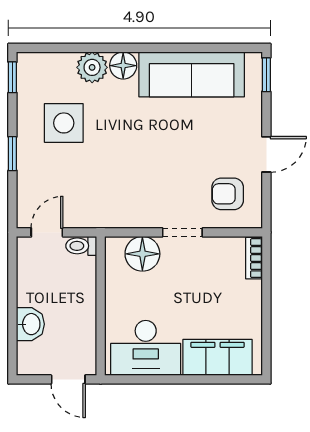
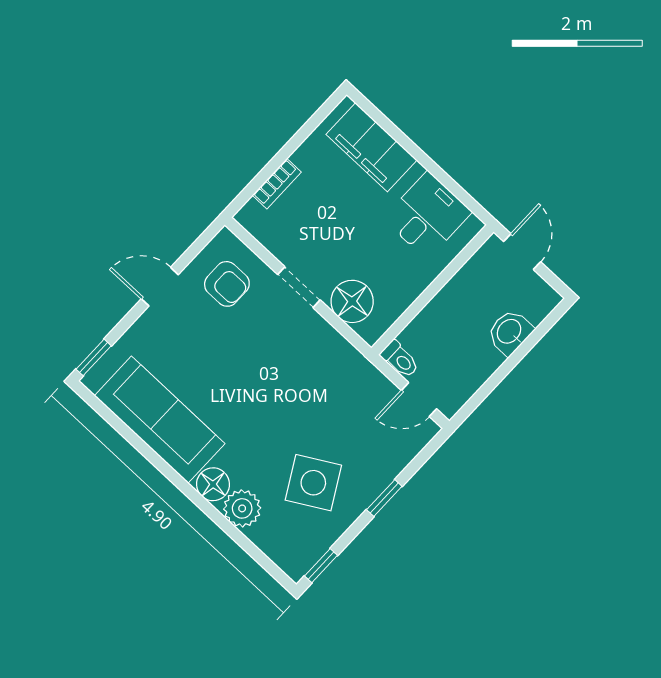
side table: (64, 123) -> (313, 483), turned -30
bookcase: (254, 258) -> (277, 184), moved
desk: (146, 348) -> (427, 215), width x0.73

